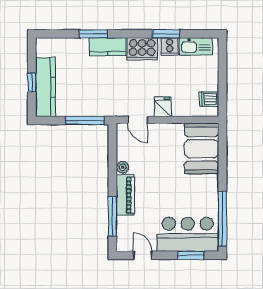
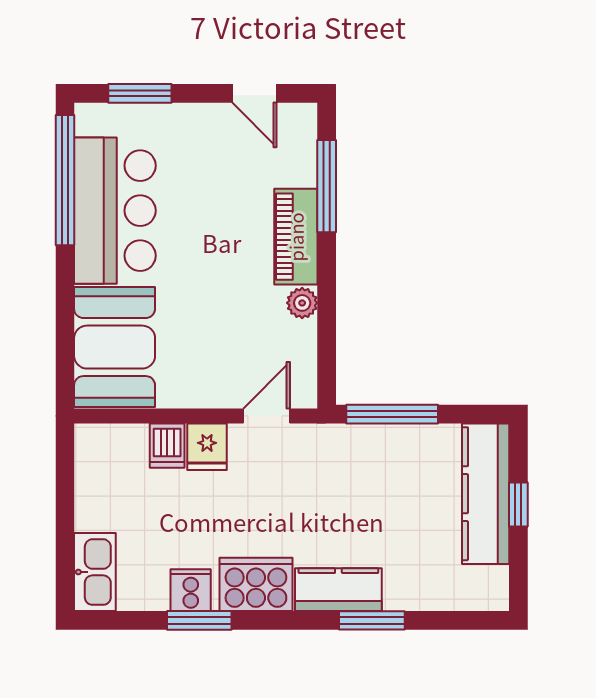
kitchen sink: (196, 46) -> (95, 572), moved, turned 90
dishwasher: (209, 99) -> (167, 446), moved, turned 90
door: (138, 120) -> (267, 416), hinge flipped
bar counter: (188, 234) -> (115, 211), moved, turned -90

